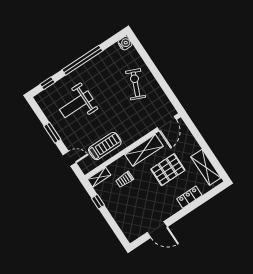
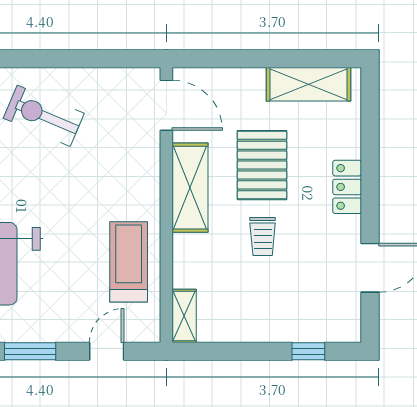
trolley: (125, 179) -> (263, 237), moved
locker: (189, 197) -> (347, 187), moved
window: (98, 202) -> (308, 351), moved

